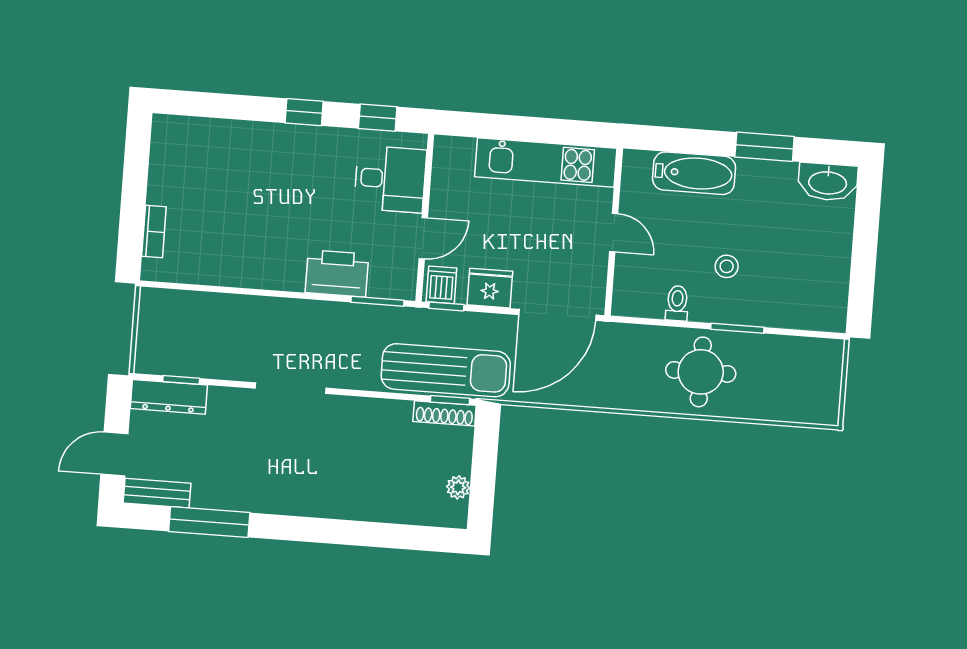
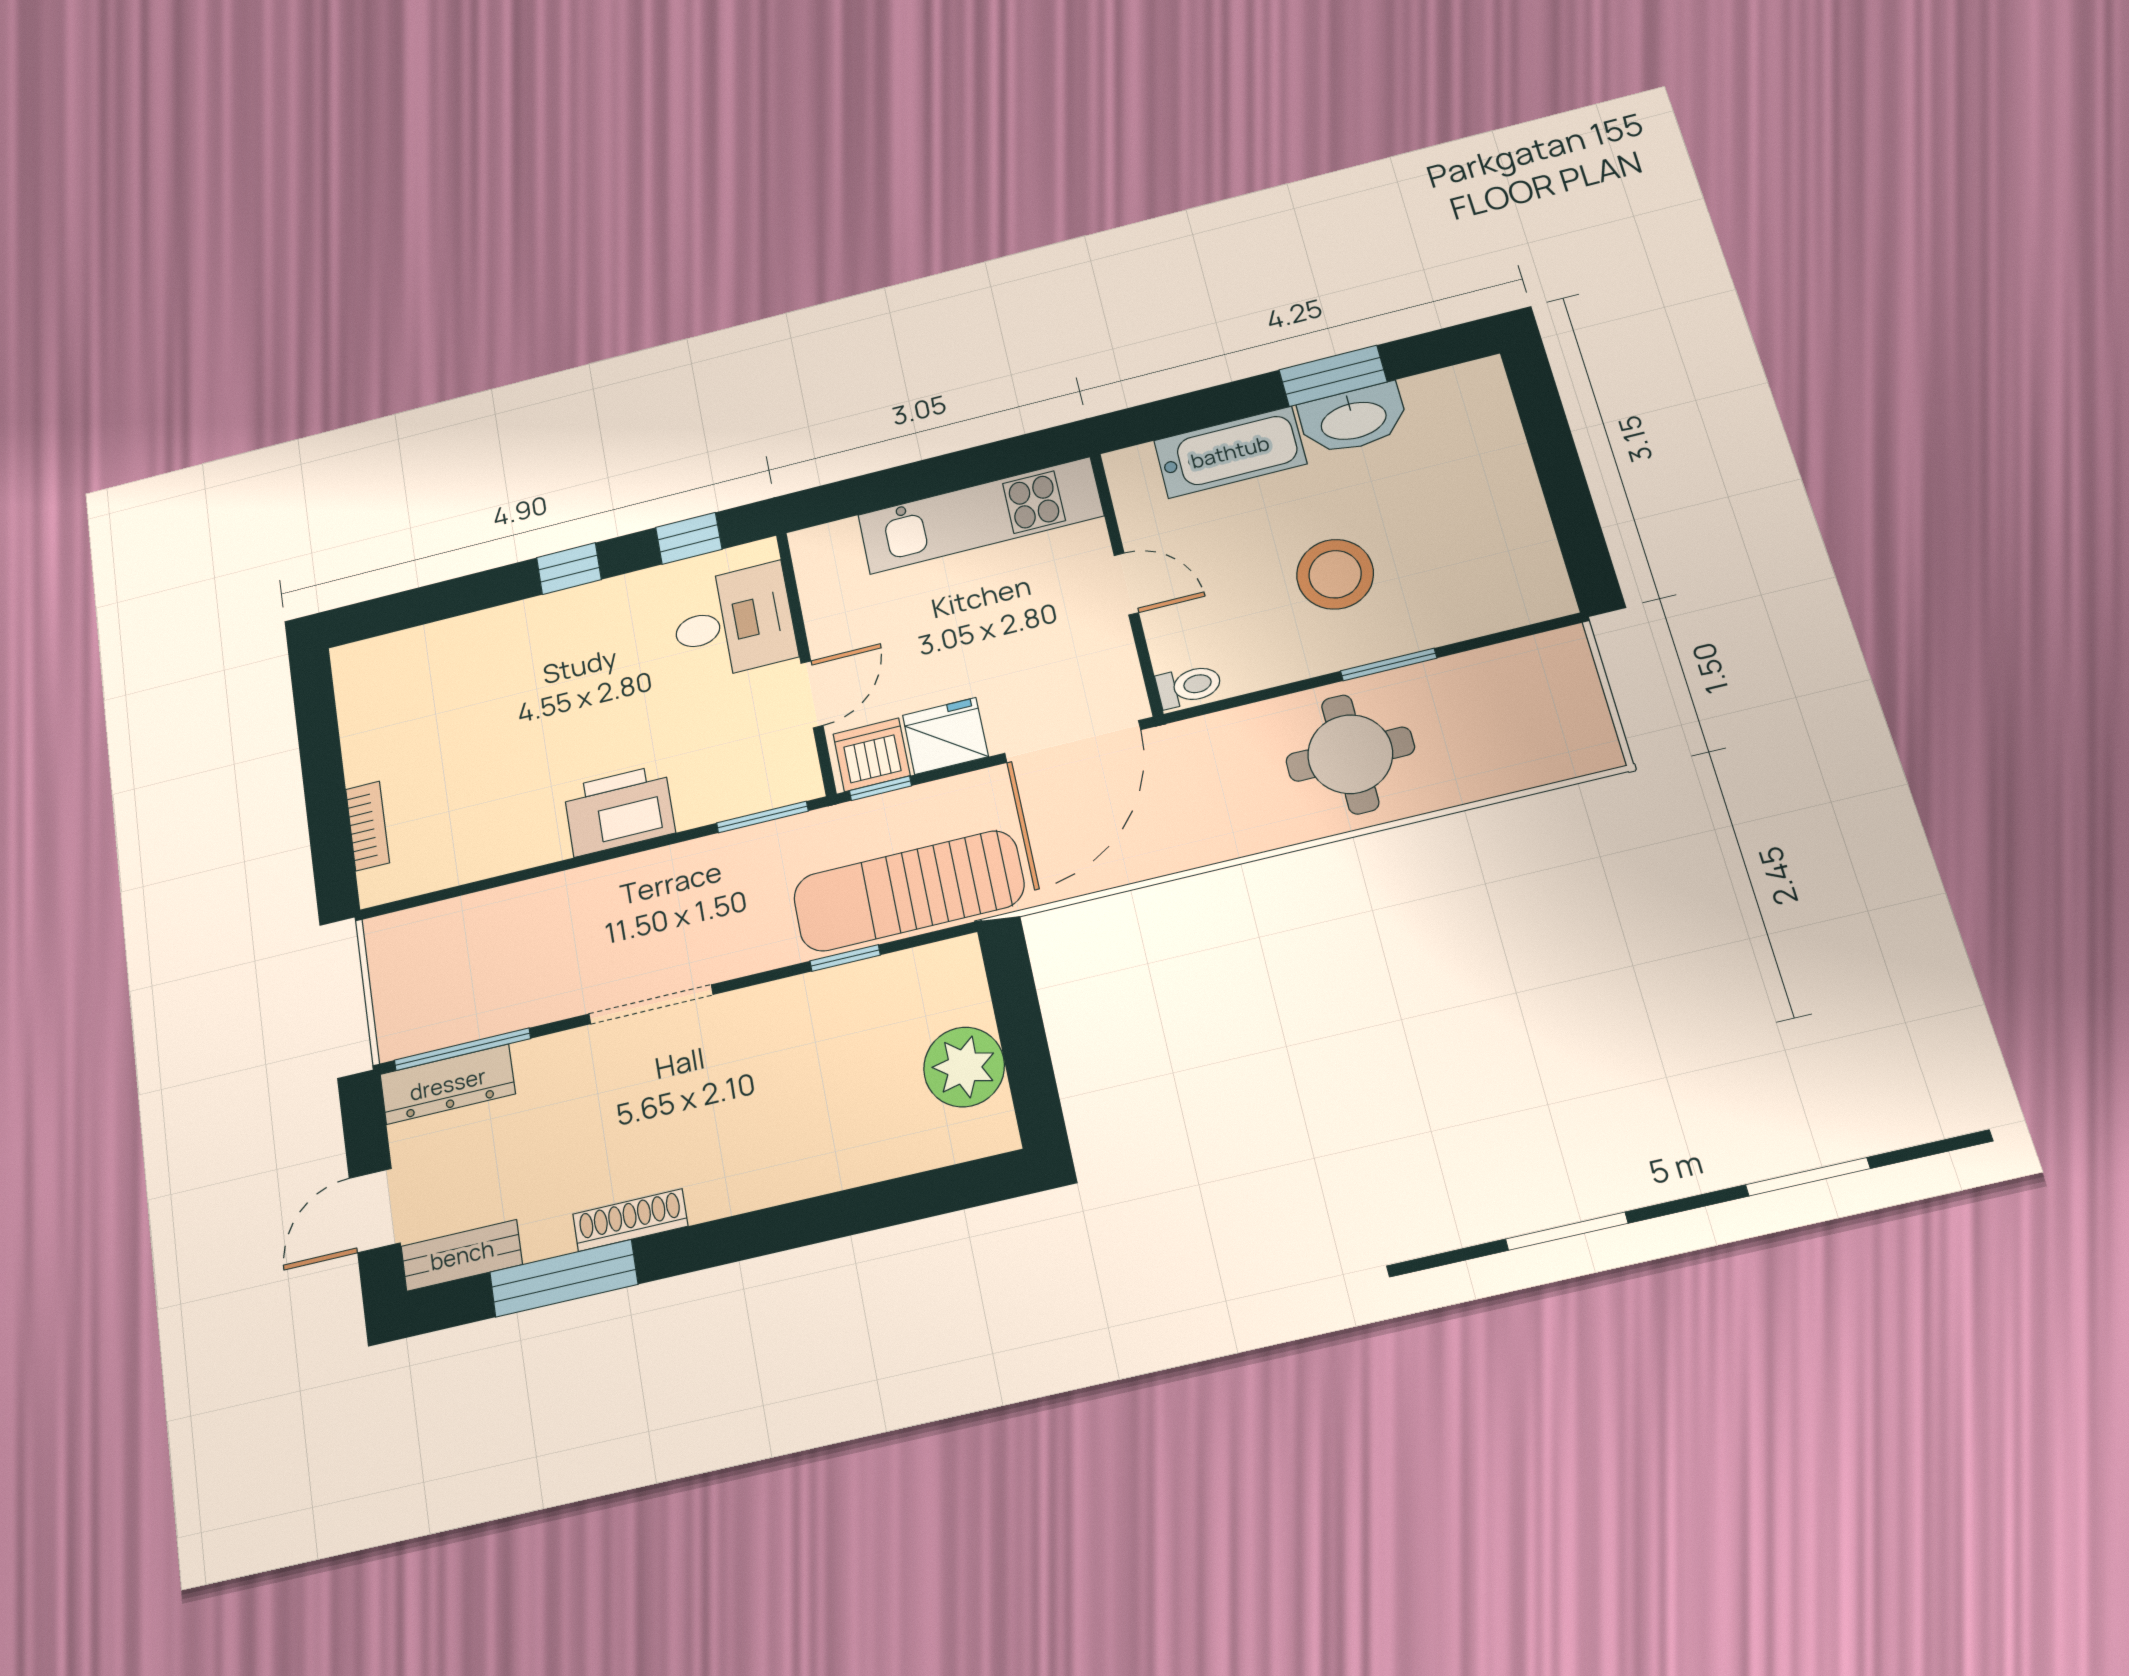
washbasin: (828, 182) -> (1353, 419), moved
stool: (727, 266) -> (1335, 574), width x1.89, depth x1.89
printer: (337, 273) -> (619, 810), moved
dishwasher: (441, 285) -> (872, 755), width x1.38
toilet: (677, 303) -> (1189, 686), moved, turned 90
sun lounger: (446, 370) -> (909, 891), turned 180
window: (181, 380) -> (462, 1049), width x2.17
window: (450, 400) -> (845, 958), moved
shoe rack: (445, 413) -> (630, 1220), moved, turned 180
plant: (458, 487) -> (964, 1067), width x1.88, depth x1.88

